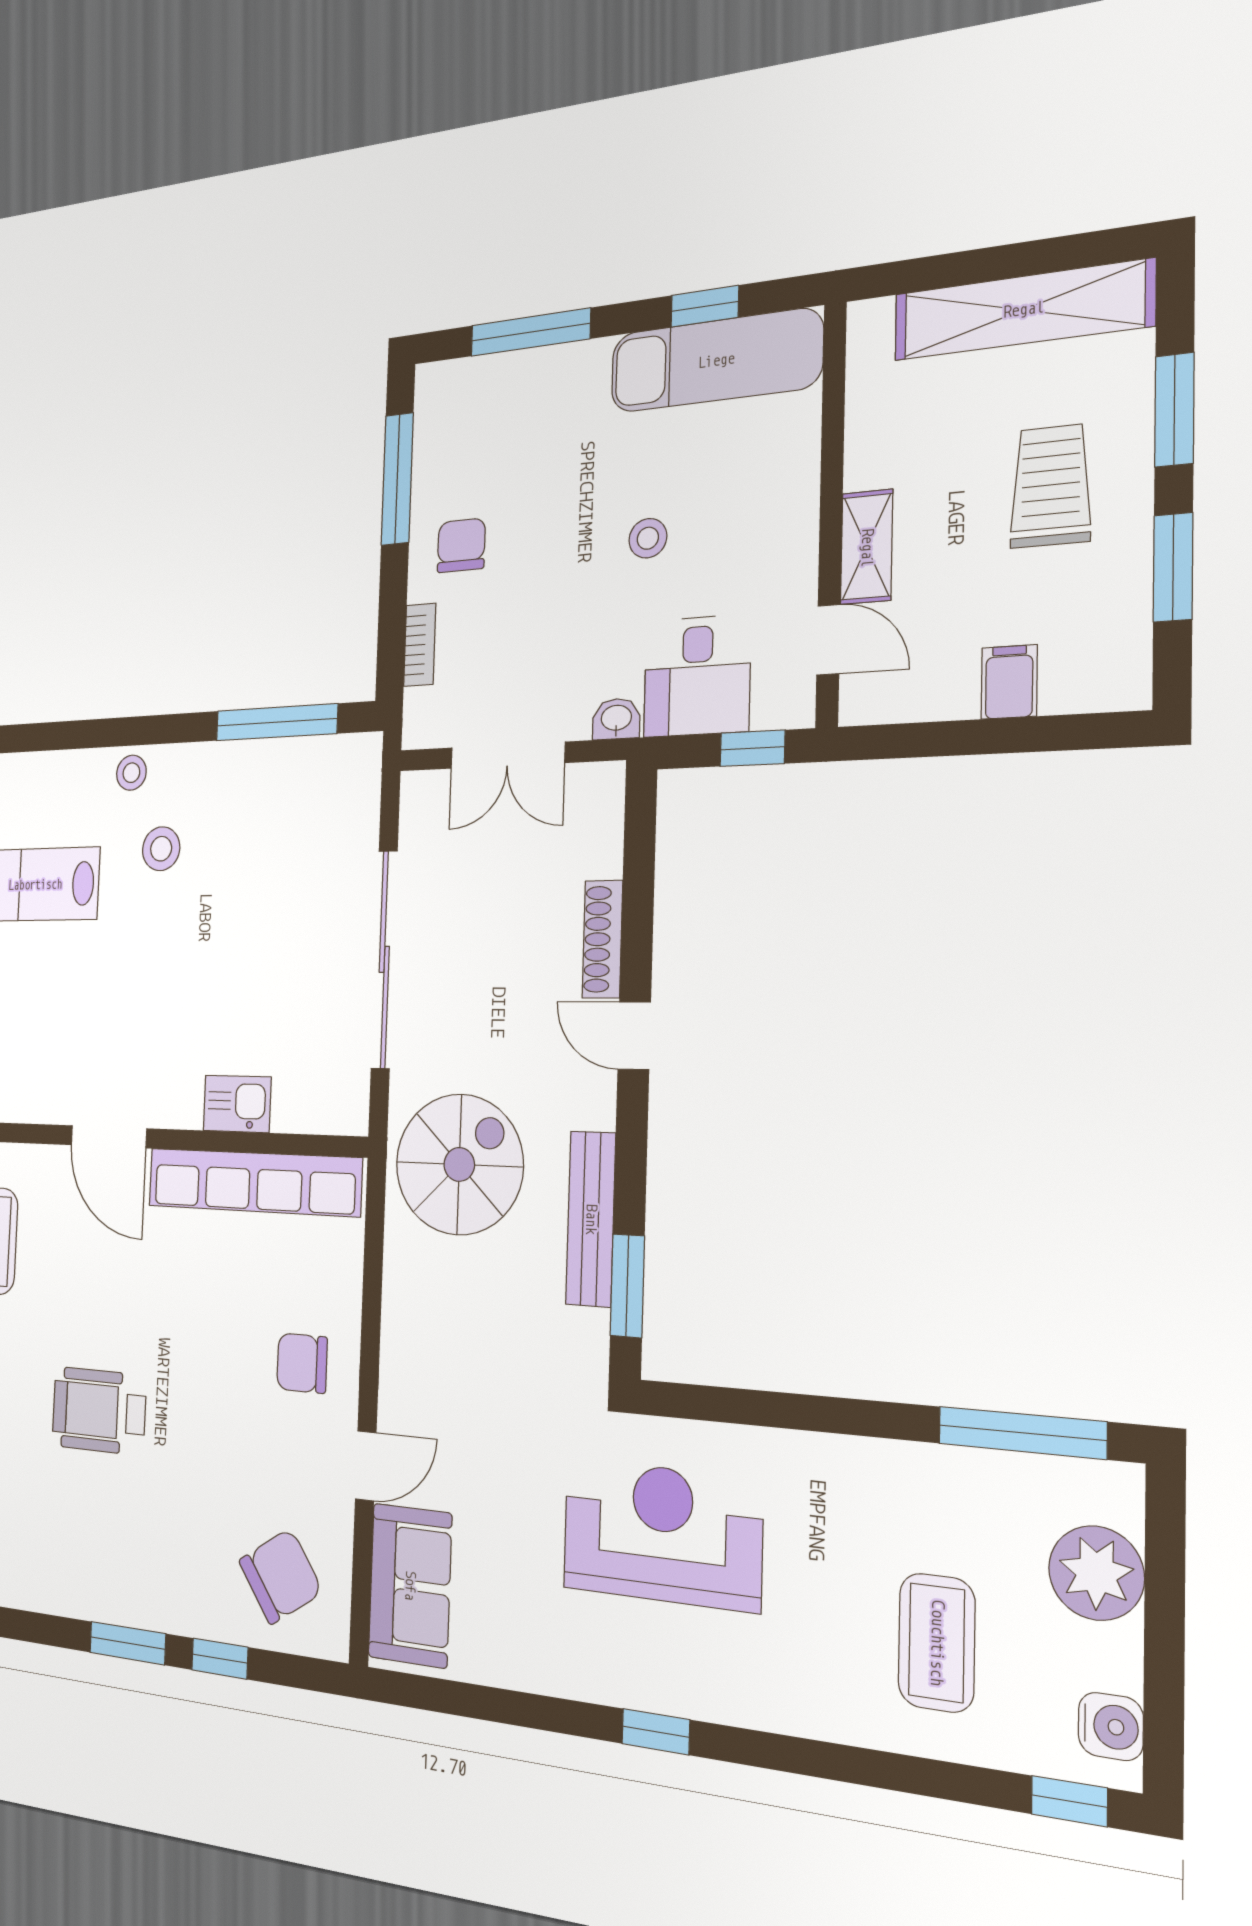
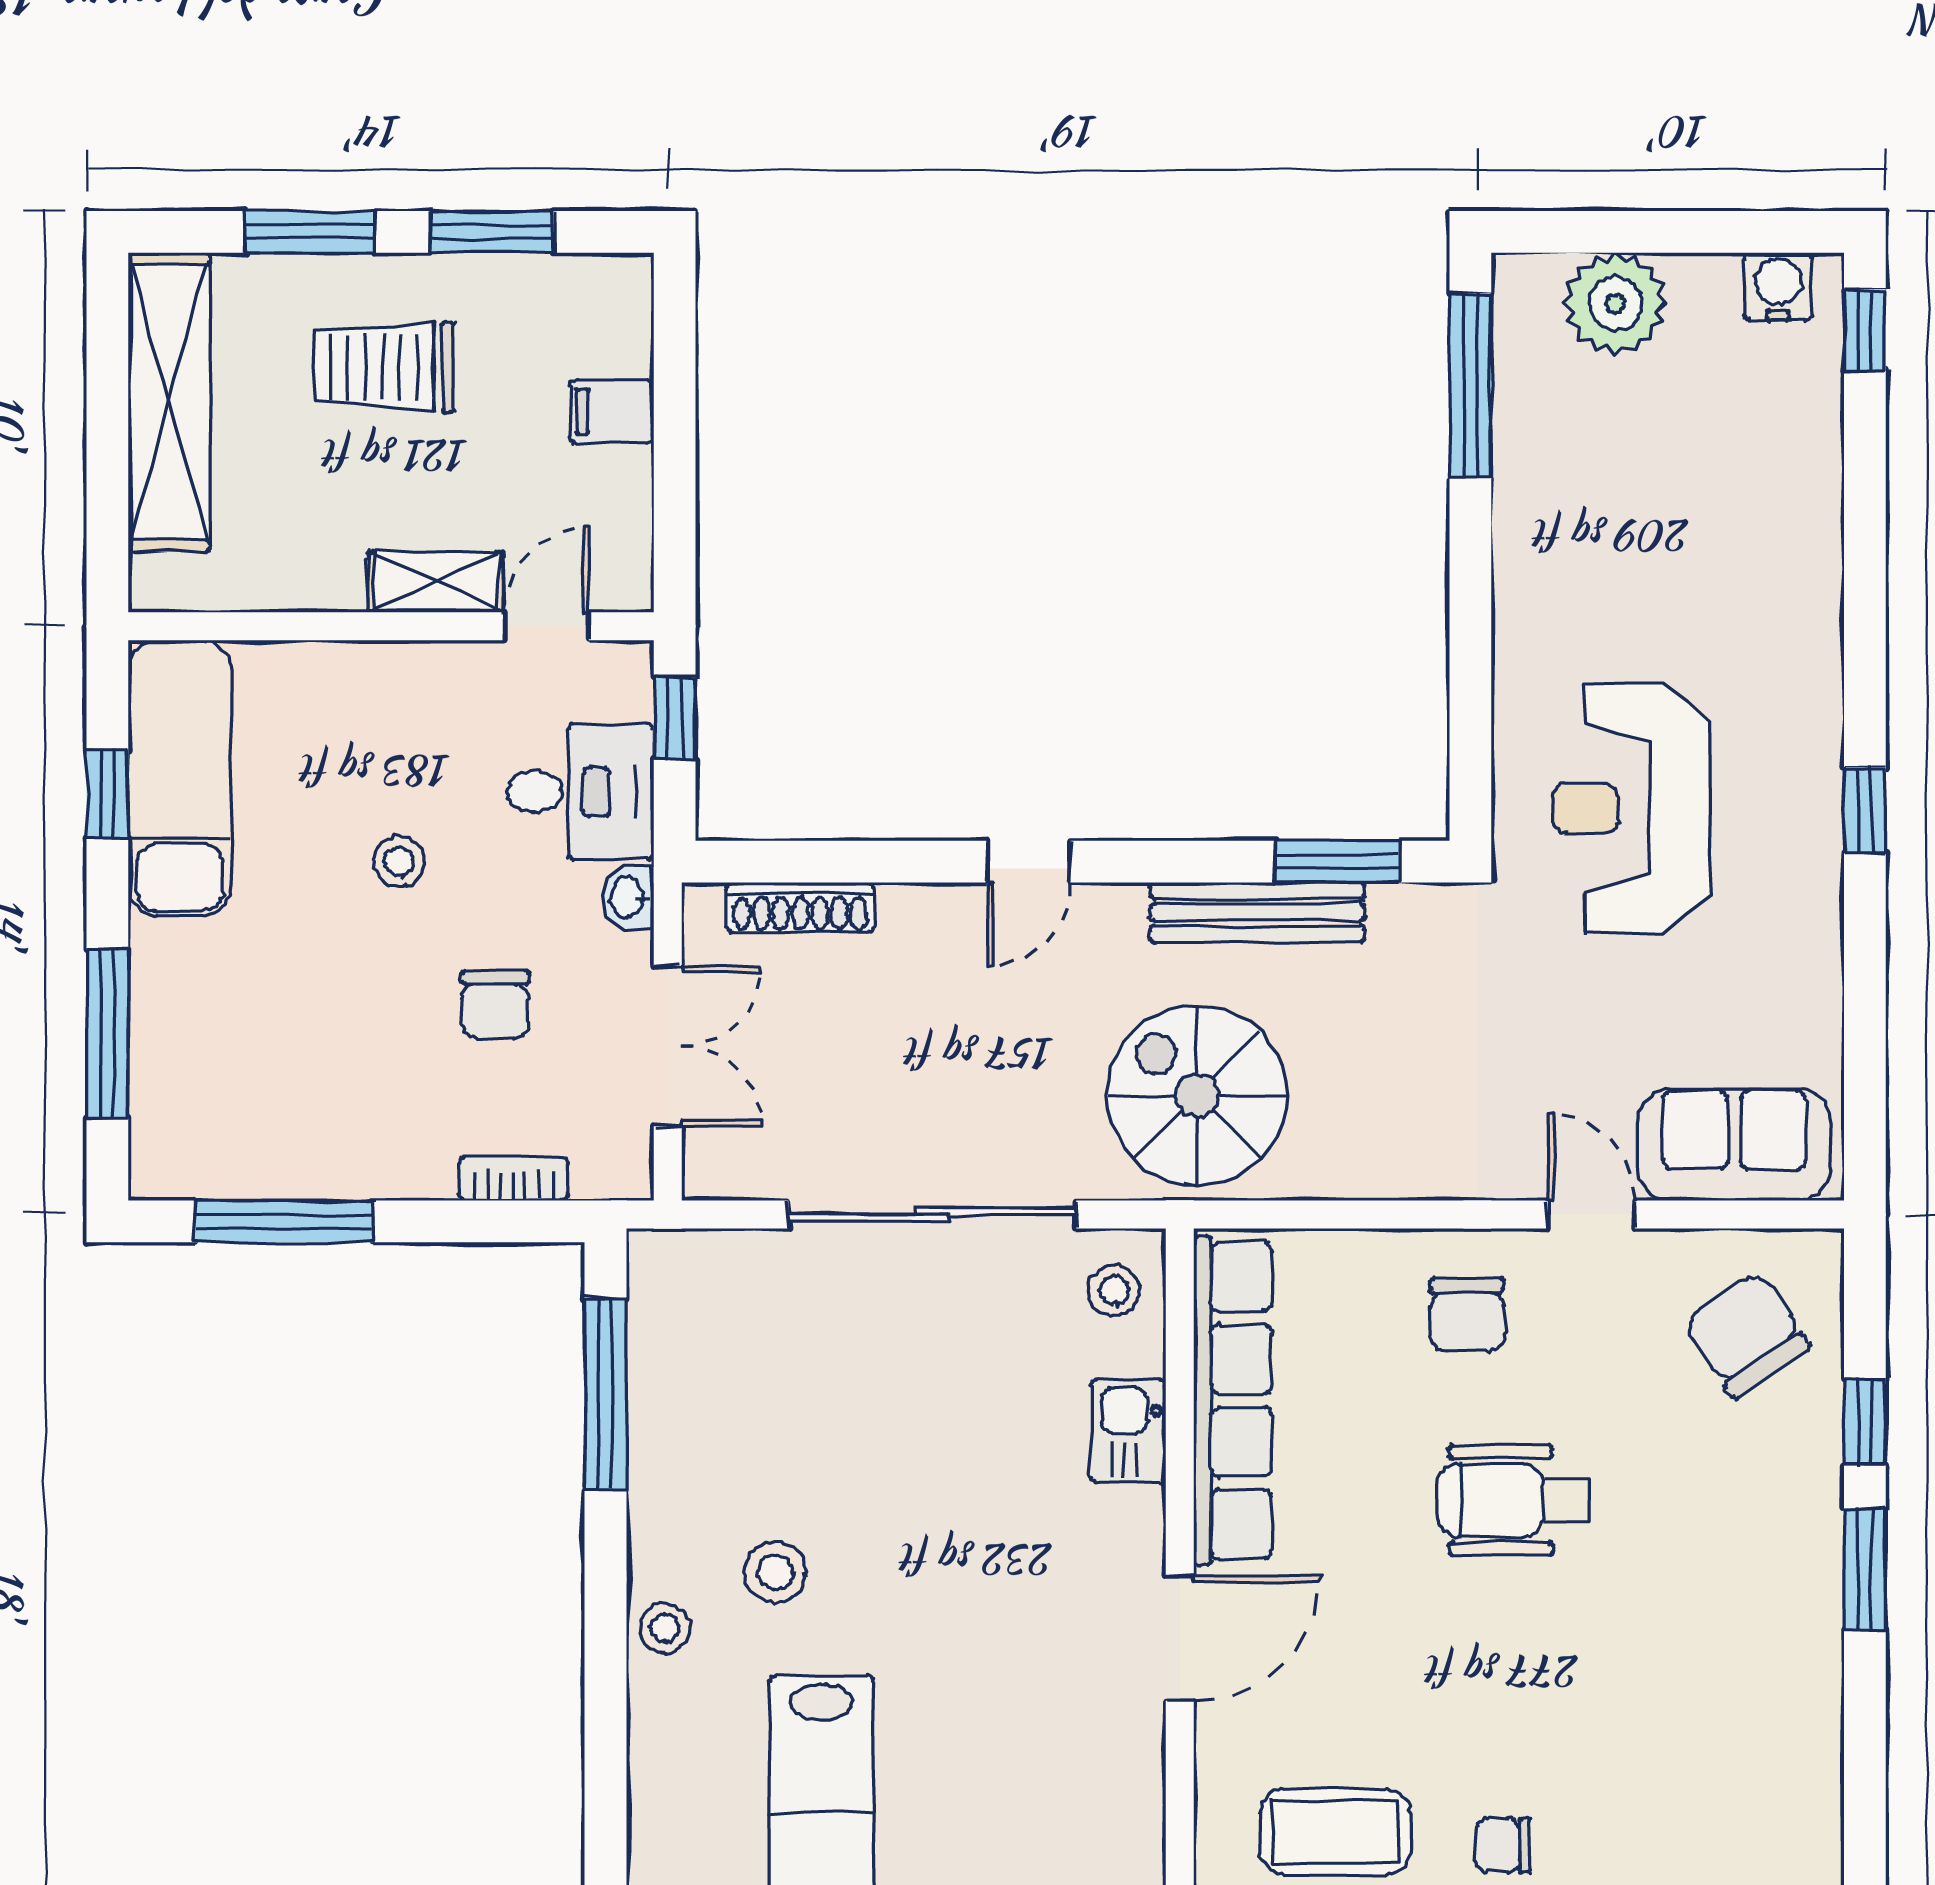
chair: (461, 545) -> (495, 1005), moved, turned -90
shoe rack: (602, 939) -> (800, 908), moved
stool: (328, 1096) -> (1114, 1291), added
wheelchair: (99, 1411) -> (1513, 1500), moved, turned 90
coffee table: (937, 1643) -> (1714, 477), removed

